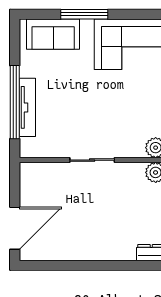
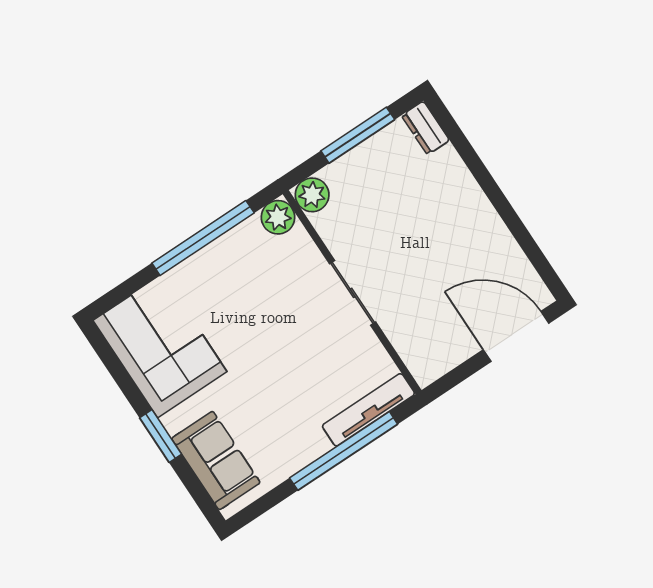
window: (84, 14) -> (161, 436), width x0.69
tv unit: (27, 107) -> (368, 410), moved

